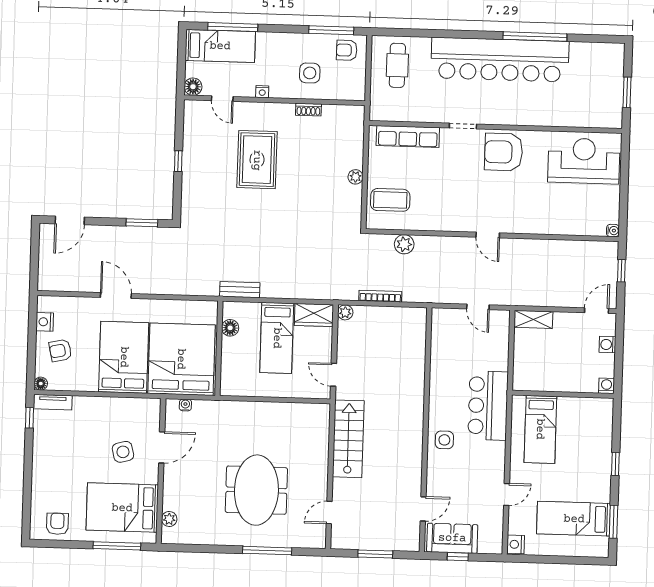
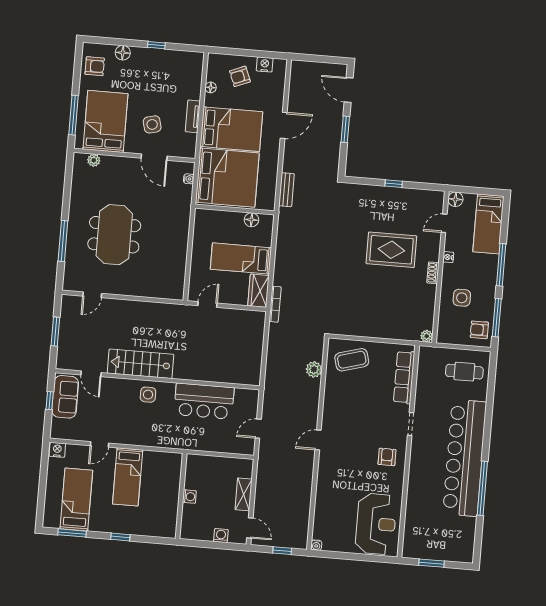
window: (233, 27) -> (501, 265), moved
armchair: (347, 50) -> (479, 330), turned -90
shoe rack: (308, 110) -> (433, 273), moved
armchair: (504, 152) -> (387, 457), width x0.53, depth x0.53
plant: (355, 177) -> (427, 336), moved
coffee table: (390, 200) -> (352, 360), turned 74
window: (142, 223) -> (345, 129), moved
bench: (240, 290) -> (286, 190), moved
bookcase: (380, 296) -> (275, 304), moved
plant: (345, 312) -> (259, 317), removed
shelving: (533, 319) -> (244, 494), moved
armchair: (60, 350) -> (240, 76), turned -100
floor lamp: (41, 384) -> (211, 87), moved
washing machine: (607, 386) -> (189, 497), moved
tv unit: (53, 402) -> (193, 116), moved
bar counter: (488, 406) -> (204, 401), moved, turned 180
window: (29, 418) -> (156, 45), moved
bed: (540, 429) -> (128, 477), moved, turned -90
stairs: (348, 439) -> (141, 364), moved, turned 180
meeting table: (256, 490) -> (114, 235), turned 90
floor lamp: (40, 491) -> (123, 53), added
door: (507, 494) -> (100, 444), hinge flipped
door: (329, 512) -> (92, 295), swing flipped

